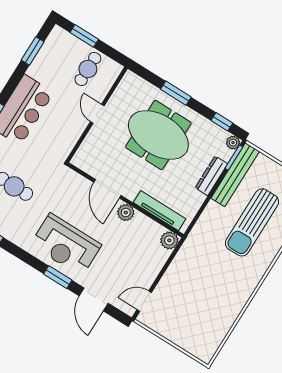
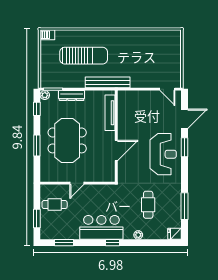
bench: (235, 175) -> (108, 82), moved
plant: (126, 213) -> (123, 131), removed
plant: (169, 240) -> (124, 97), removed

